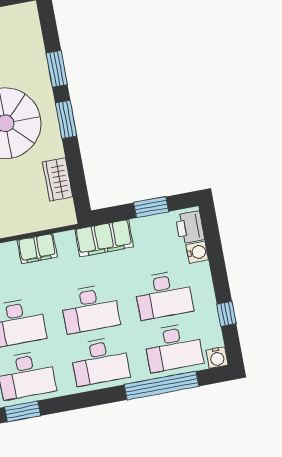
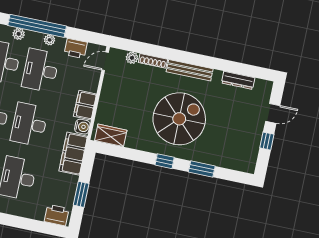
window: (66, 120) -> (165, 161), width x0.67
wardrobe: (58, 179) -> (111, 135), moved
water cooler: (197, 252) -> (82, 127), moved, turned -90

